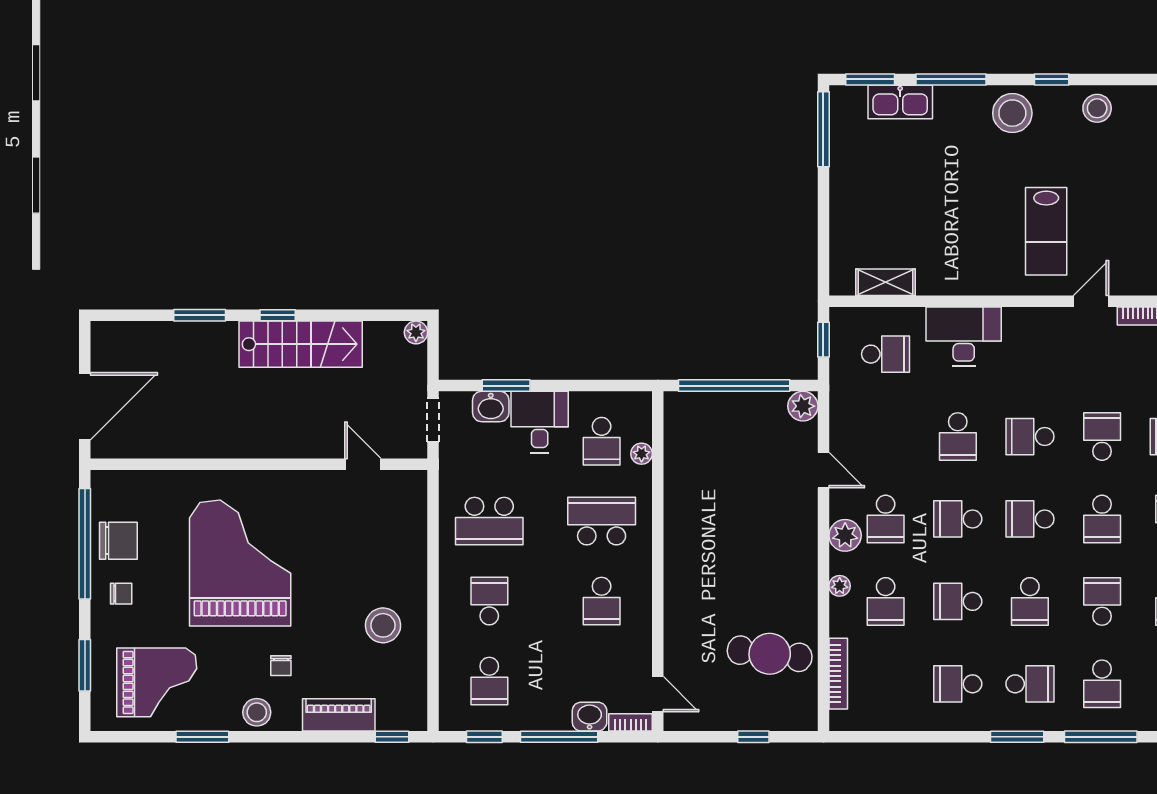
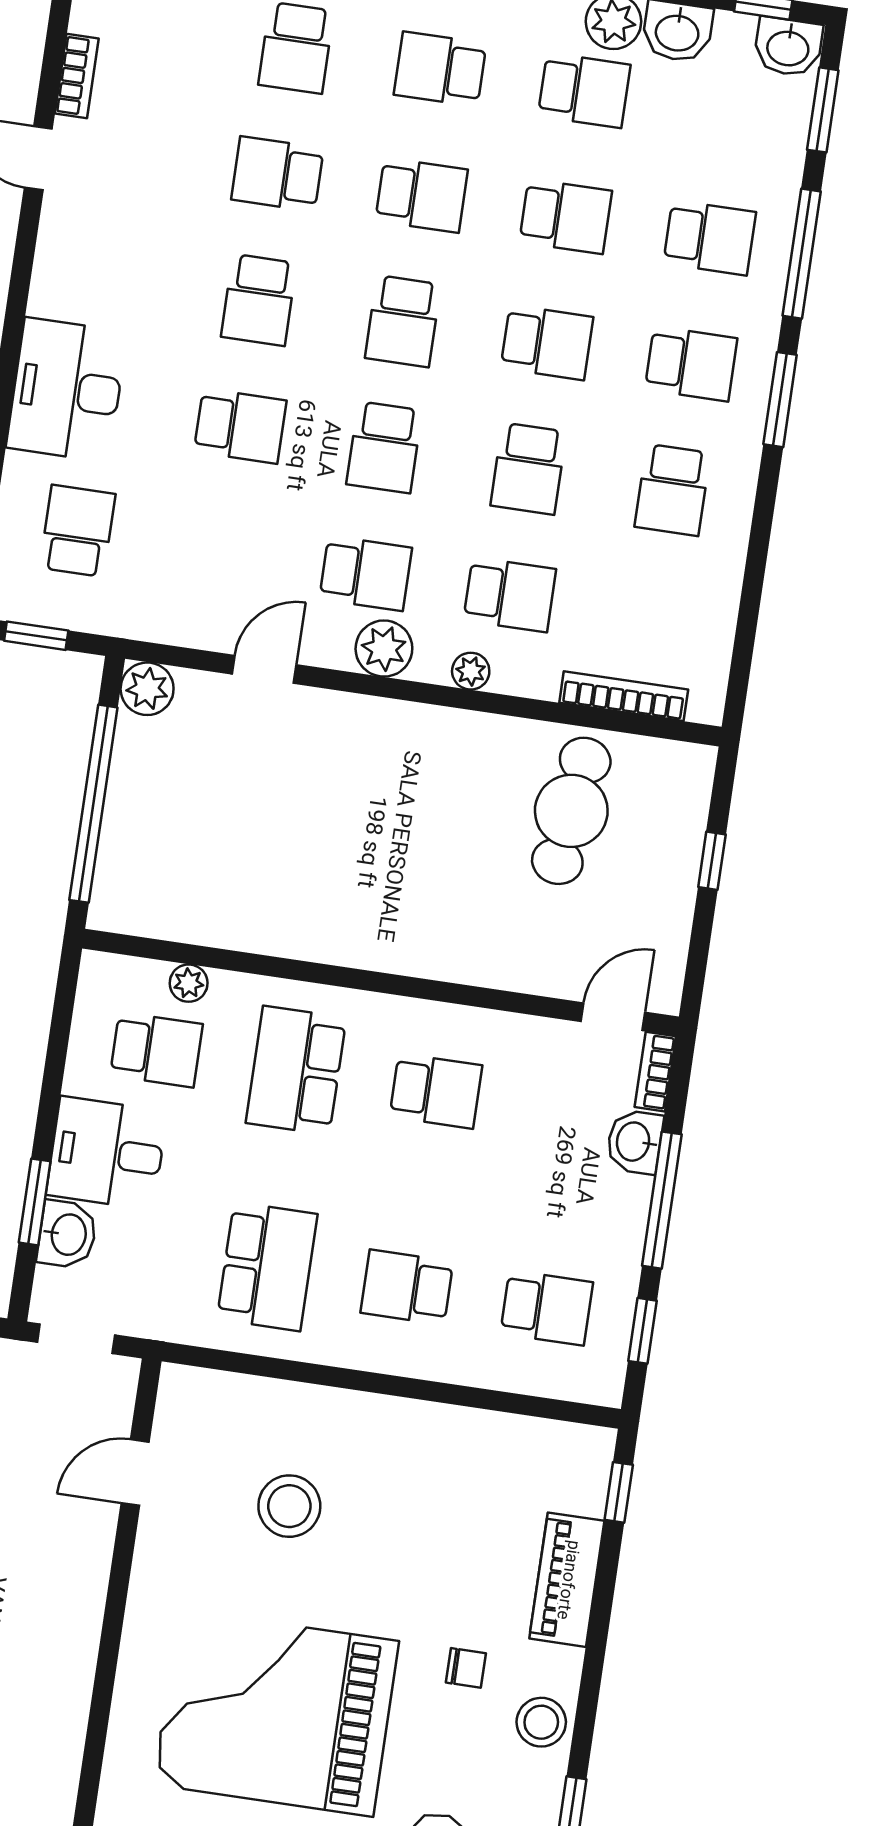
school desk: (1102, 601) -> (566, 216), turned 180
stool: (383, 625) -> (289, 1506), moved
school desk: (1030, 684) -> (691, 364), turned 90

